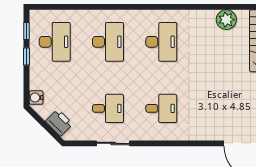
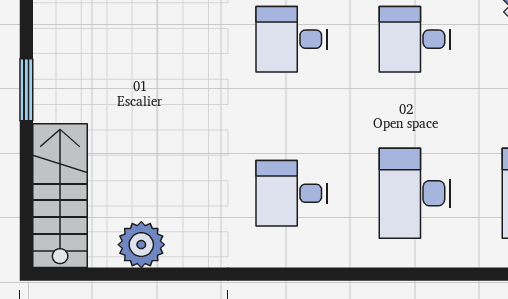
desk: (161, 42) -> (292, 193), width x0.73

